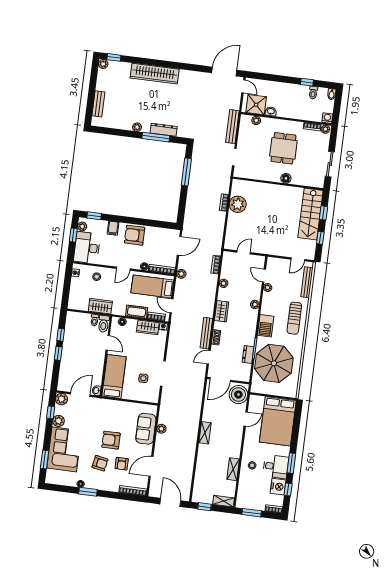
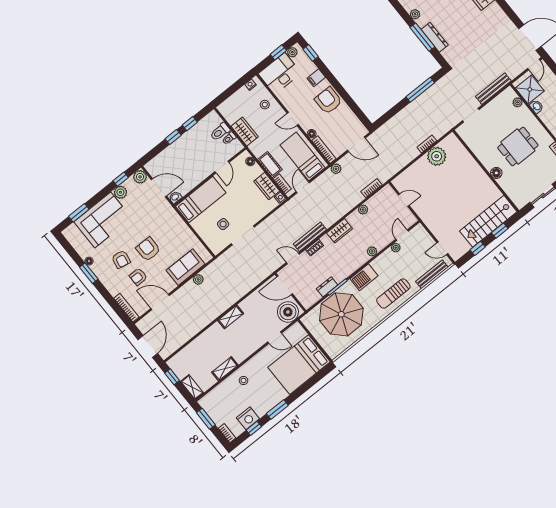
toilet: (104, 324) -> (220, 132), moved
desk: (276, 467) -> (262, 400), removed

